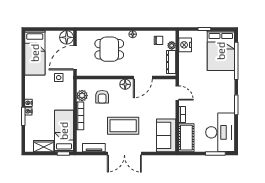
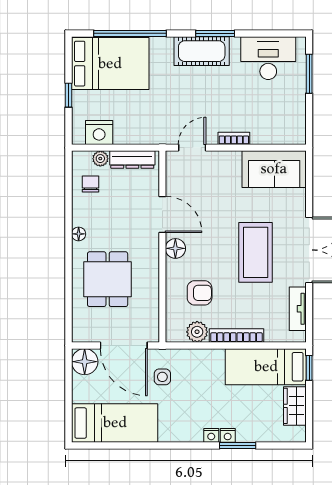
desk: (220, 132) -> (268, 58), width x0.73, depth x0.77
cot: (186, 138) -> (202, 51), moved

